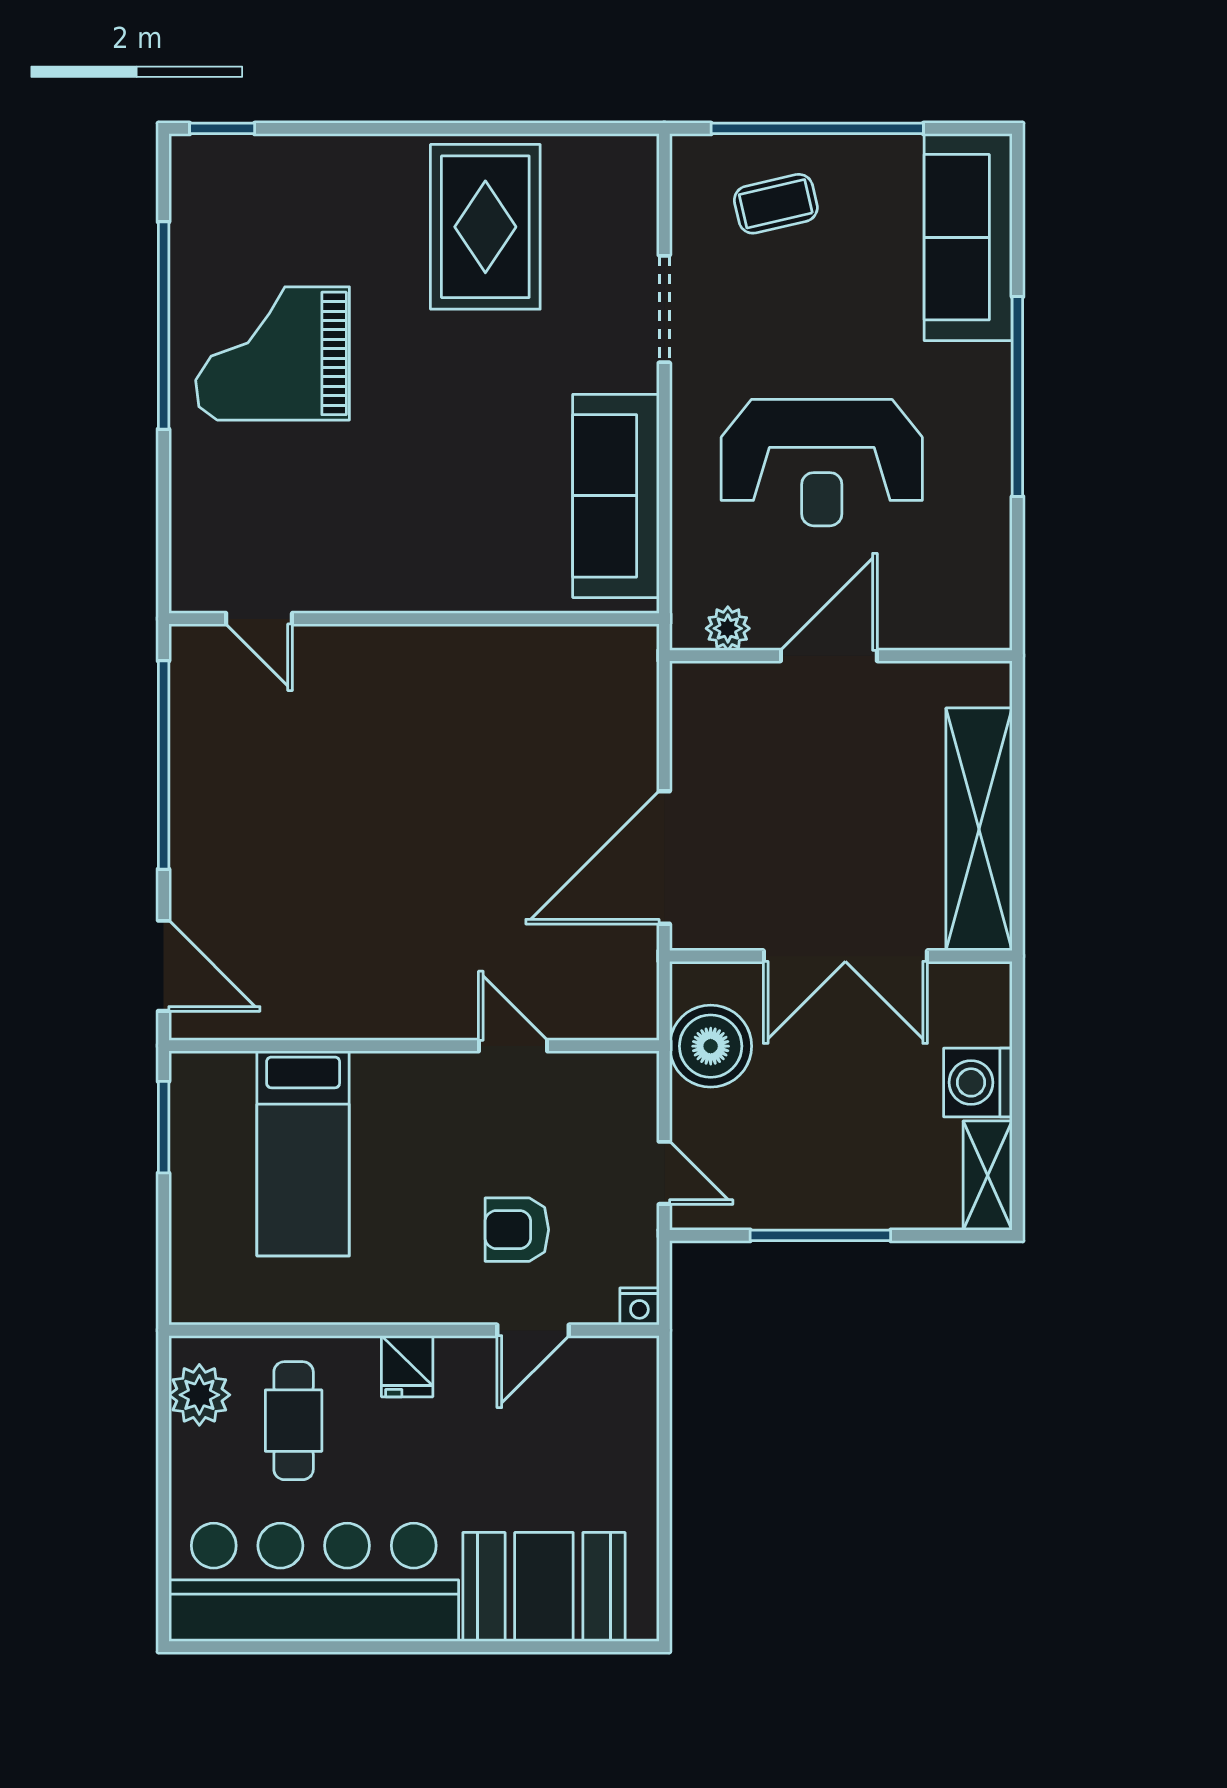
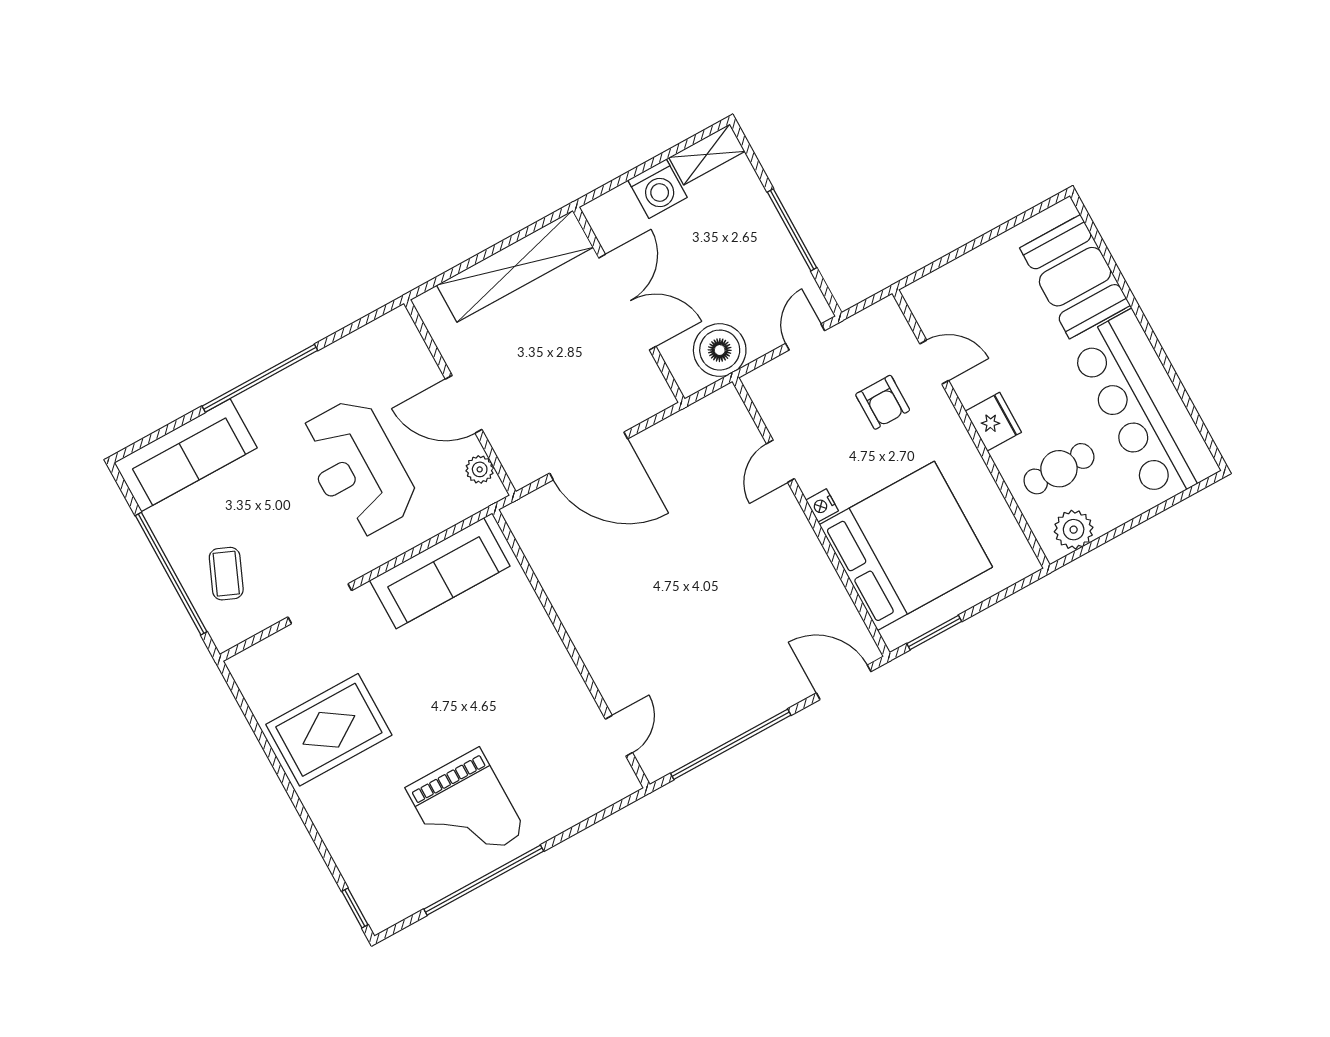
coffee table: (776, 204) -> (226, 574), turned 36
reception desk: (822, 463) -> (357, 468), turned 180
door: (664, 858) -> (589, 456), moved
door: (164, 966) -> (844, 682), hinge flipped
bed: (303, 1153) -> (906, 546), width x2.04
nightstand: (639, 1306) -> (822, 505), moved, turned 180
fridge: (407, 1366) -> (993, 422), width x1.38

